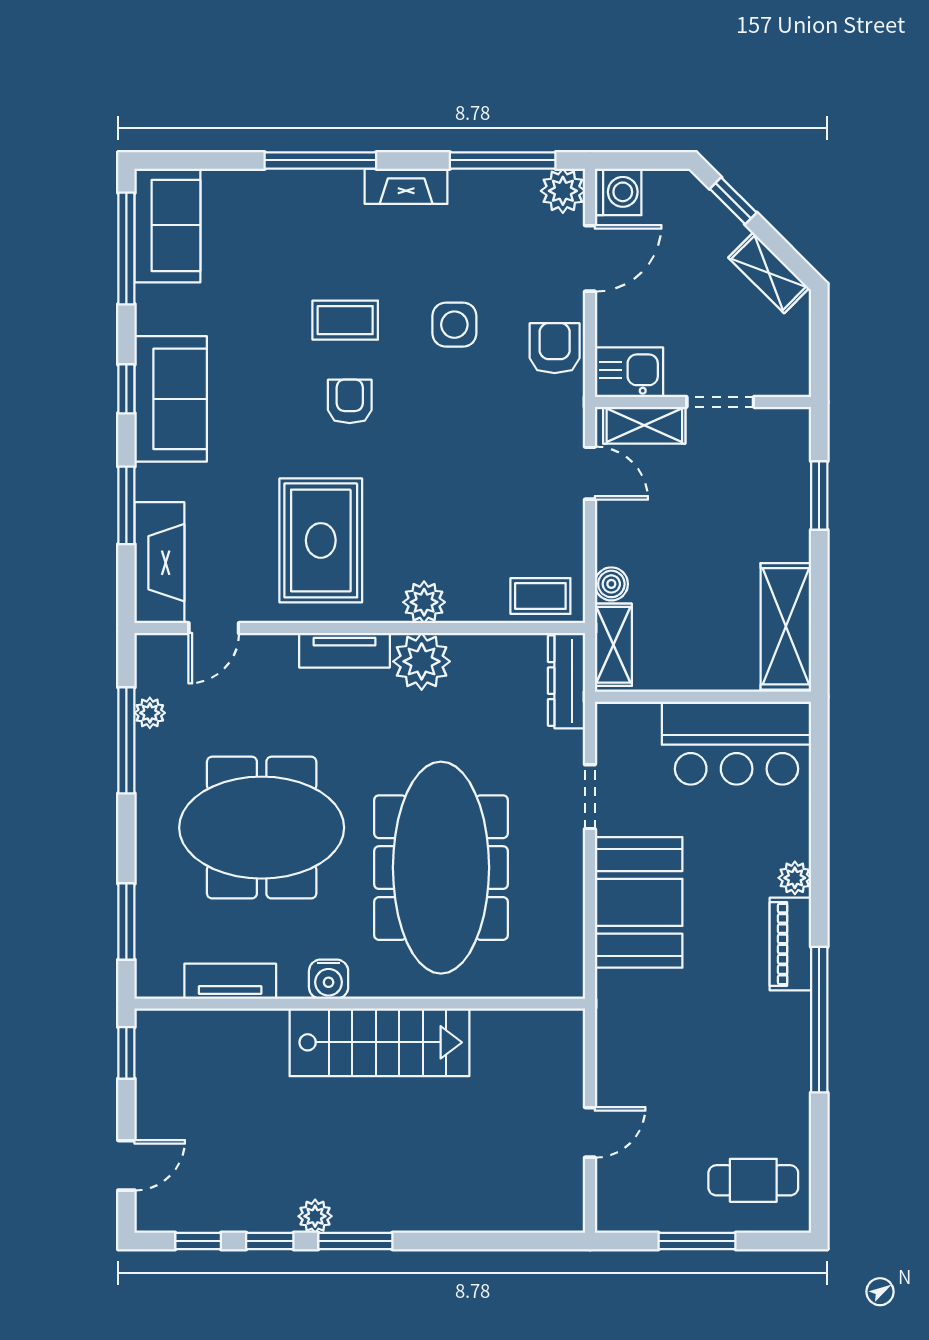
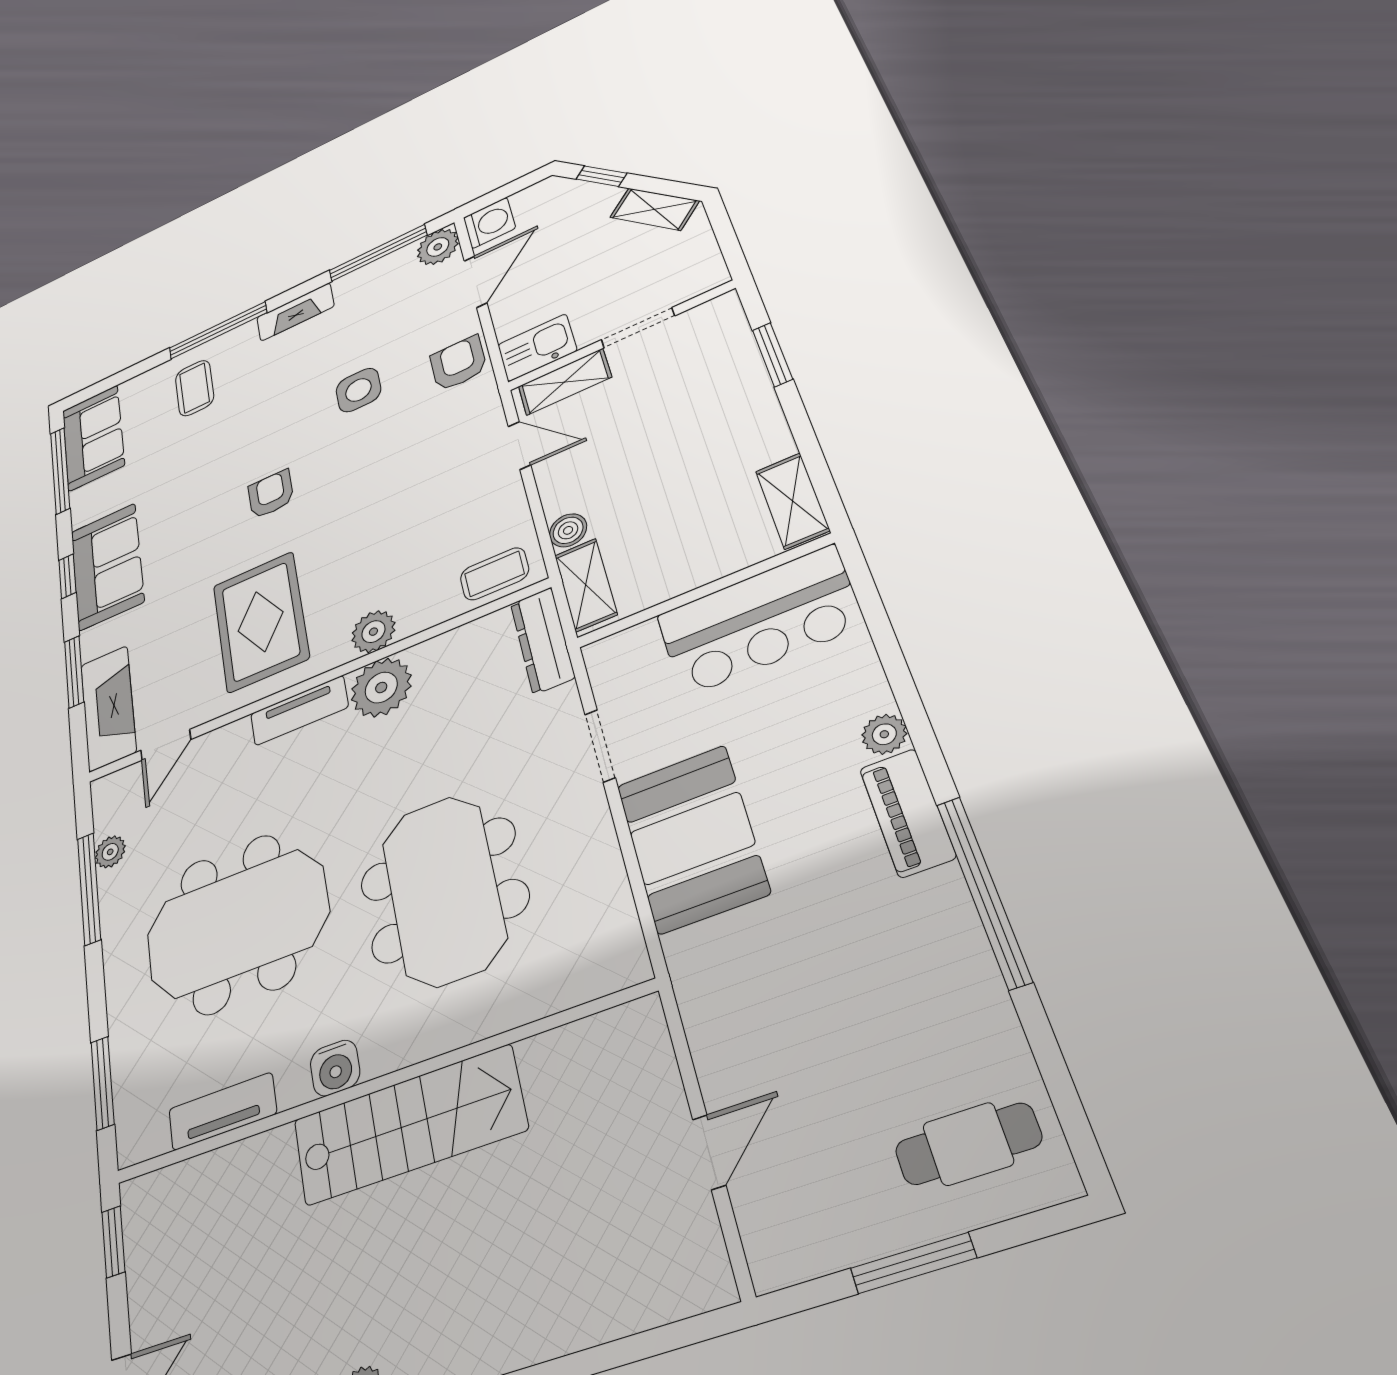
coffee table: (345, 320) -> (195, 388), moved, turned 90
shelving: (786, 626) -> (792, 501), width x0.67, depth x0.75
meeting table: (441, 868) -> (444, 890), width x0.73

